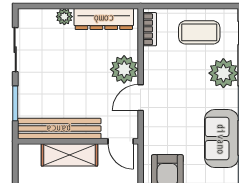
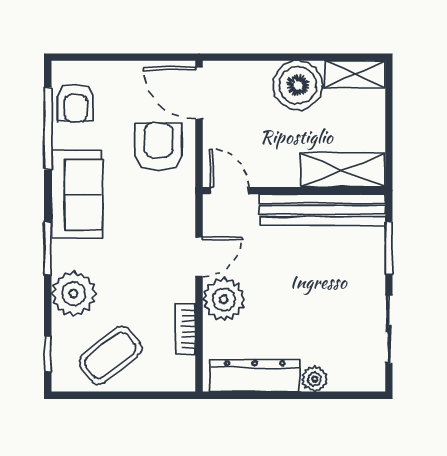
bookcase: (150, 29) -> (185, 329), moved
coffee table: (199, 32) -> (110, 355), turned -38
shelving: (69, 155) -> (343, 170), moved

